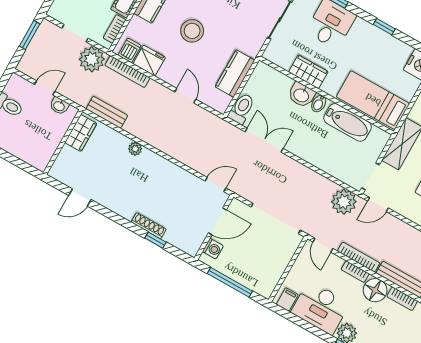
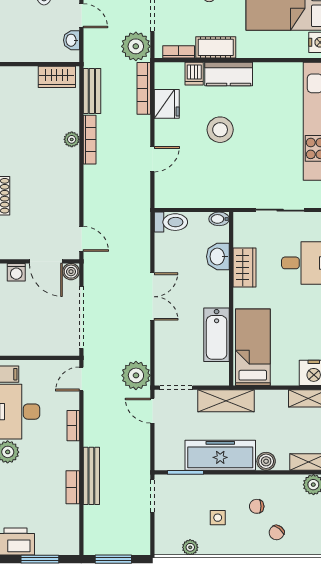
dishwasher: (130, 50) -> (194, 74), moved, turned 90
kitchen counter: (235, 73) -> (202, 196), removed
washbasin: (301, 95) -> (218, 257), moved
bidet: (319, 104) -> (219, 219), moved
double door: (264, 140) -> (152, 297), moved
boiler: (236, 207) -> (71, 272), added
bookcase: (359, 257) -> (90, 140), moved
floor lamp: (375, 290) -> (66, 456), removed

